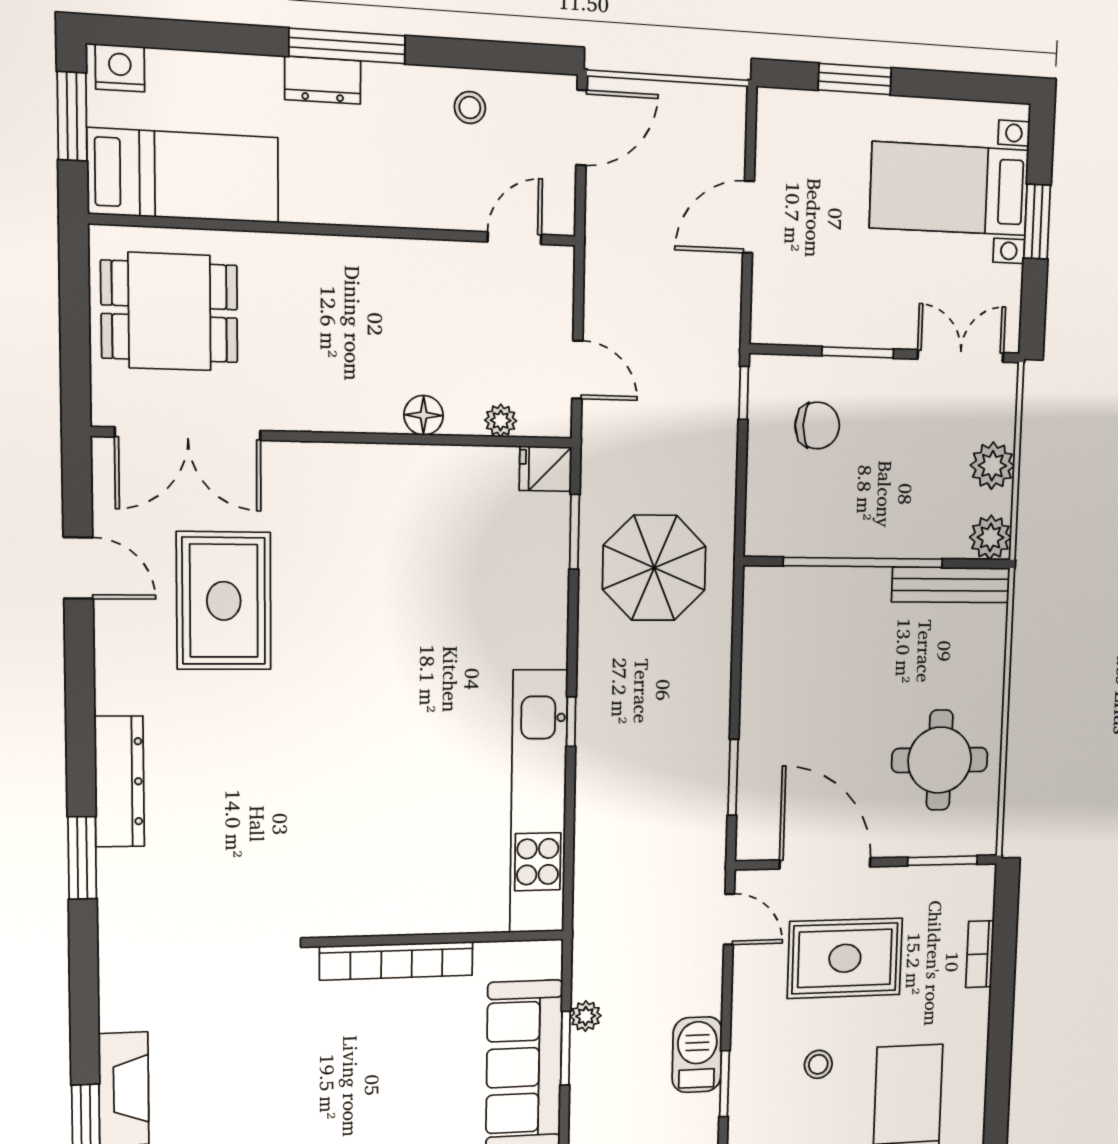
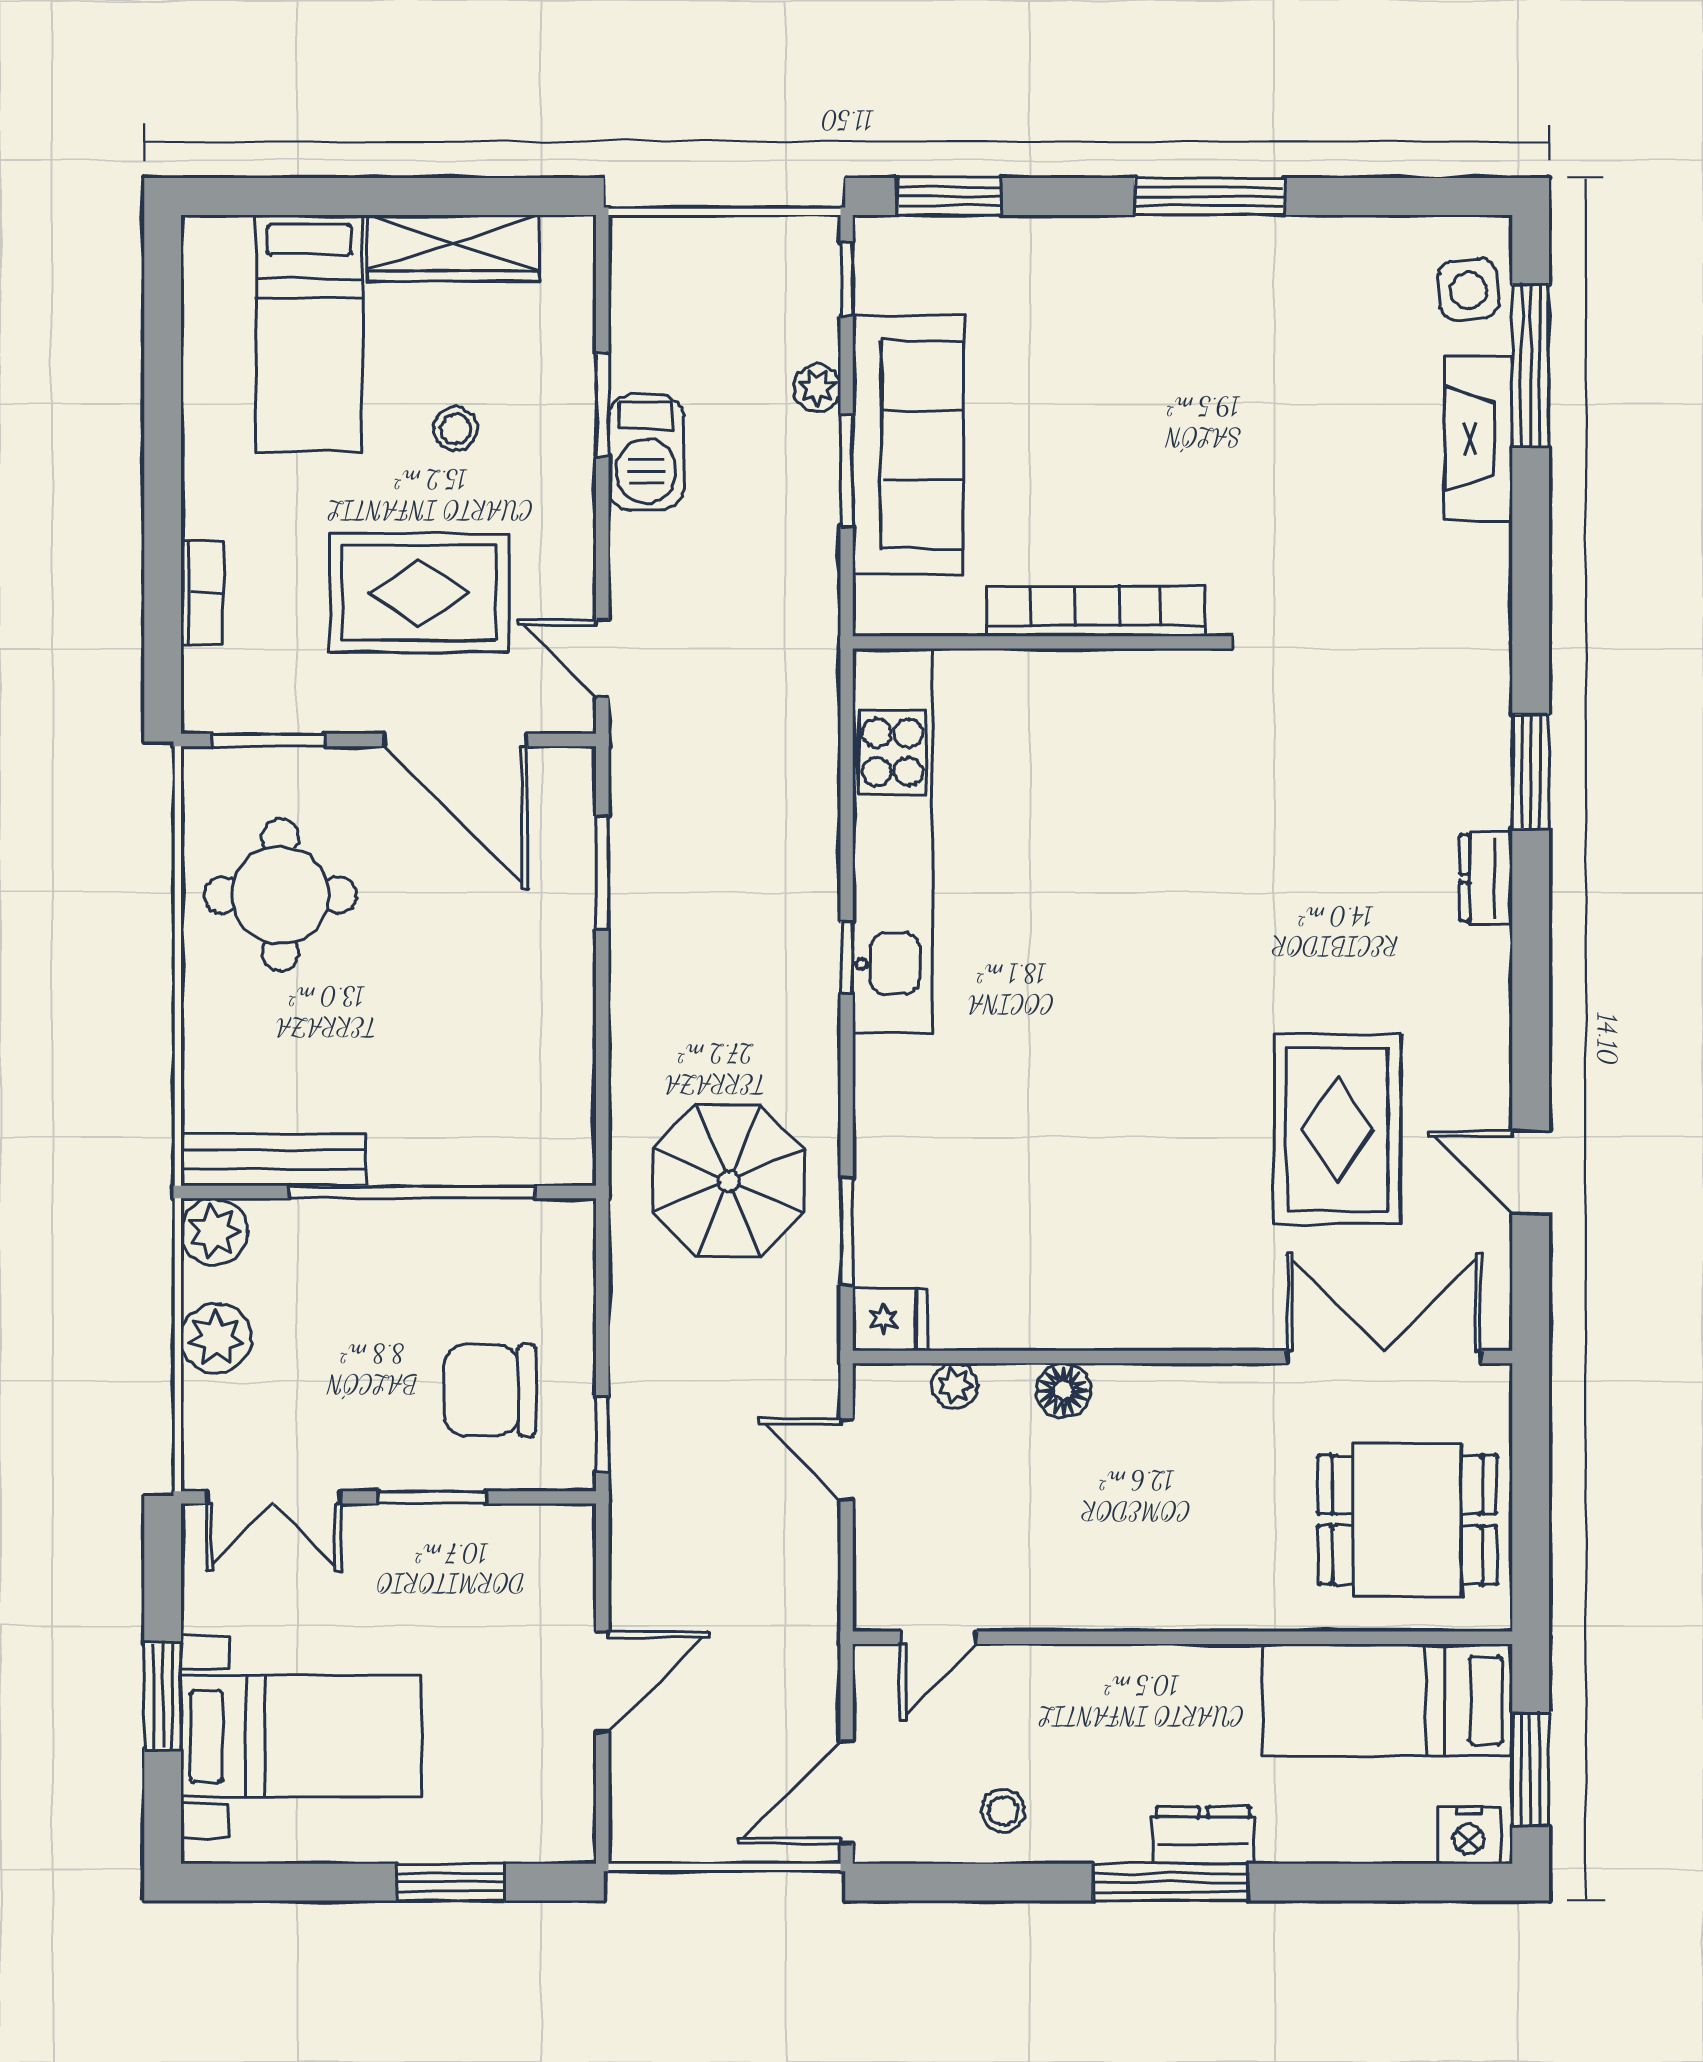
chair: (817, 425) -> (490, 1390), width x1.37, depth x1.37
dresser: (119, 782) -> (1486, 878), width x0.51, depth x0.80
plant: (586, 1016) -> (817, 388), moved

